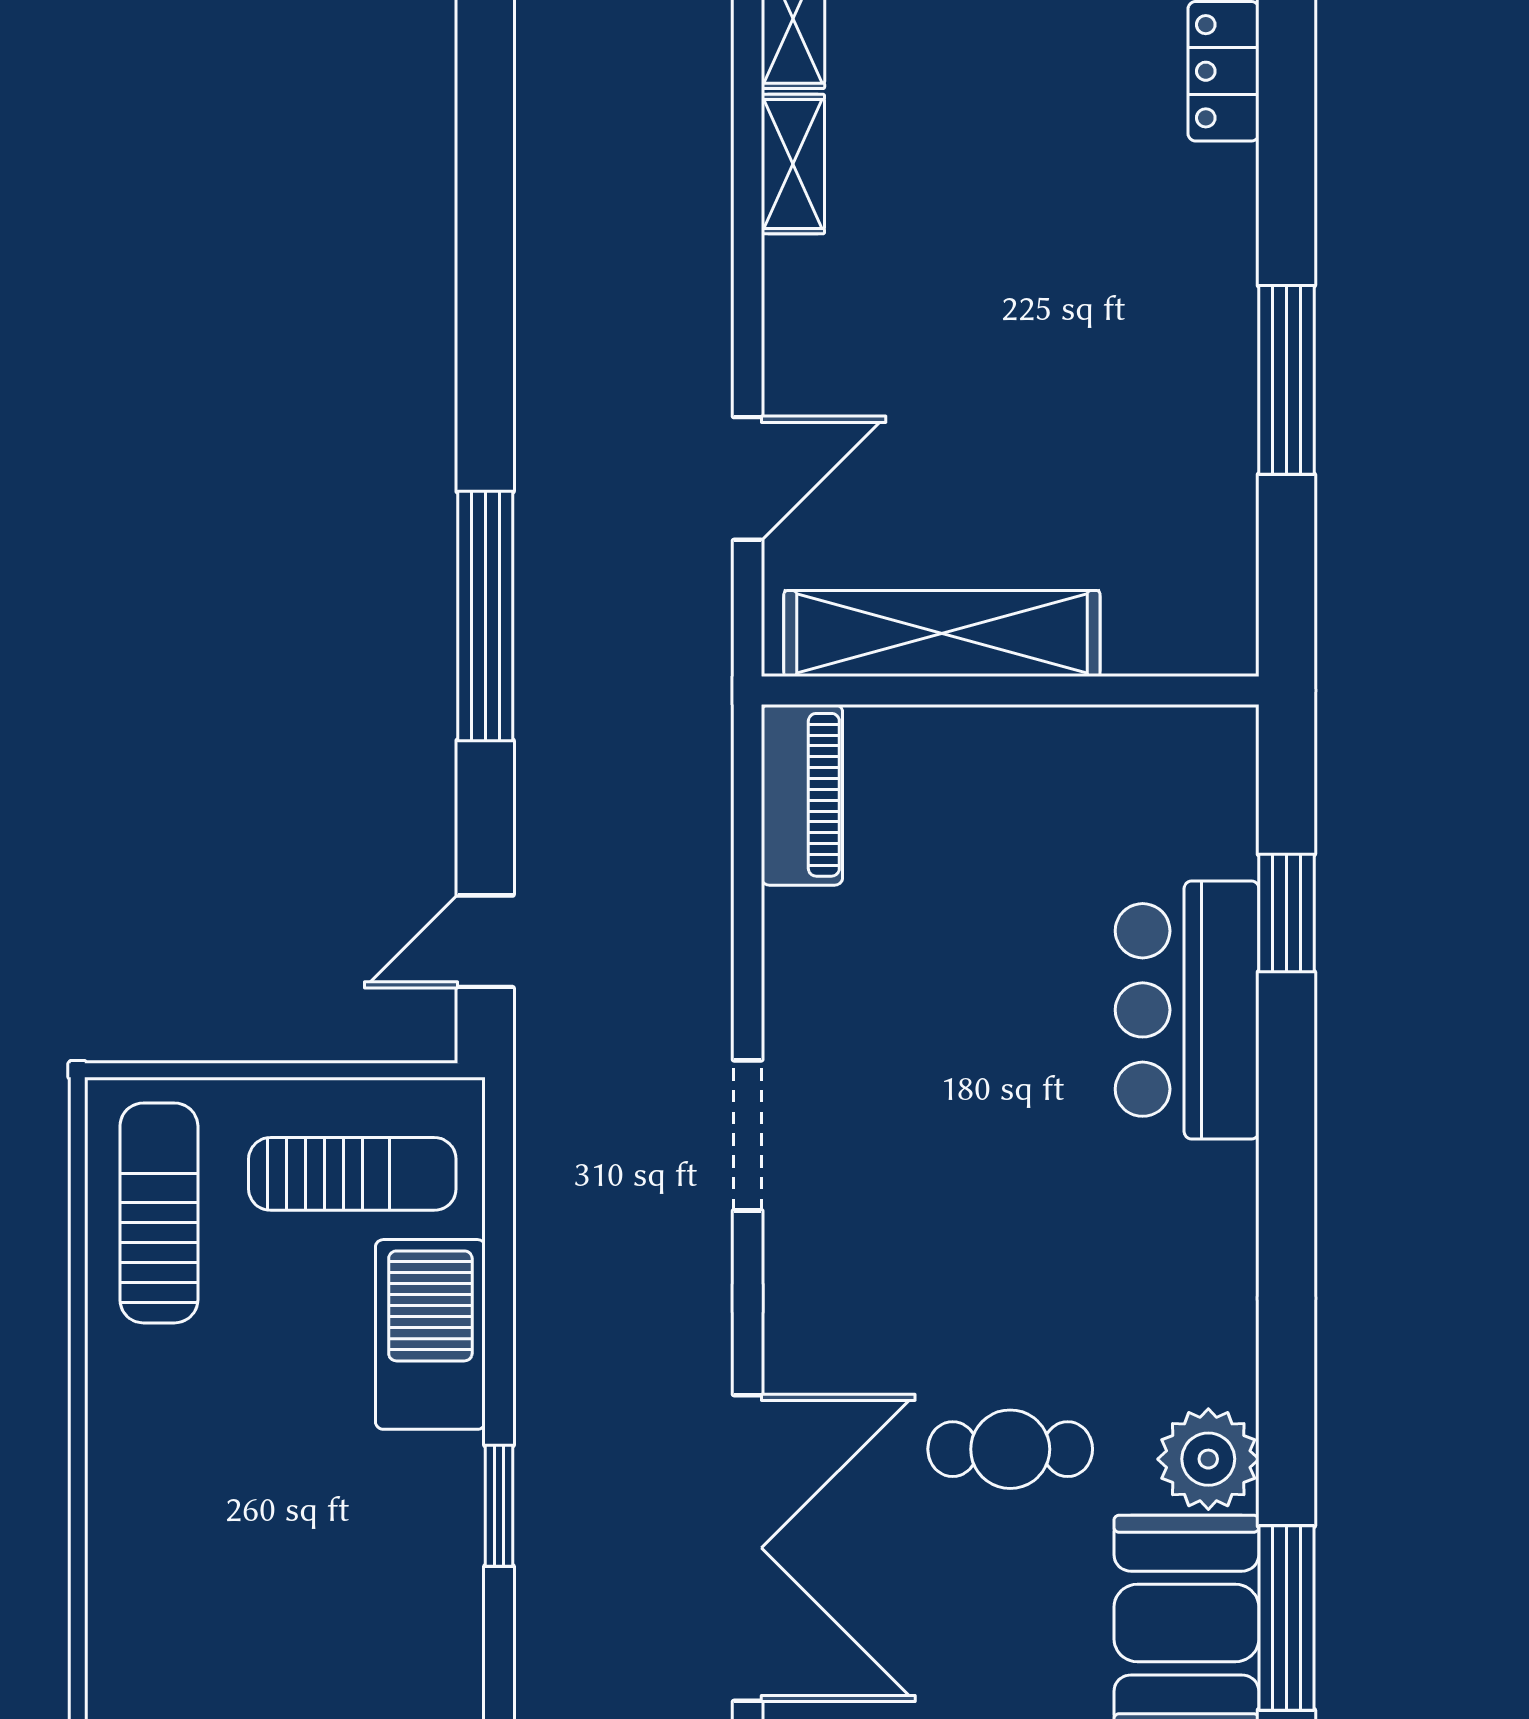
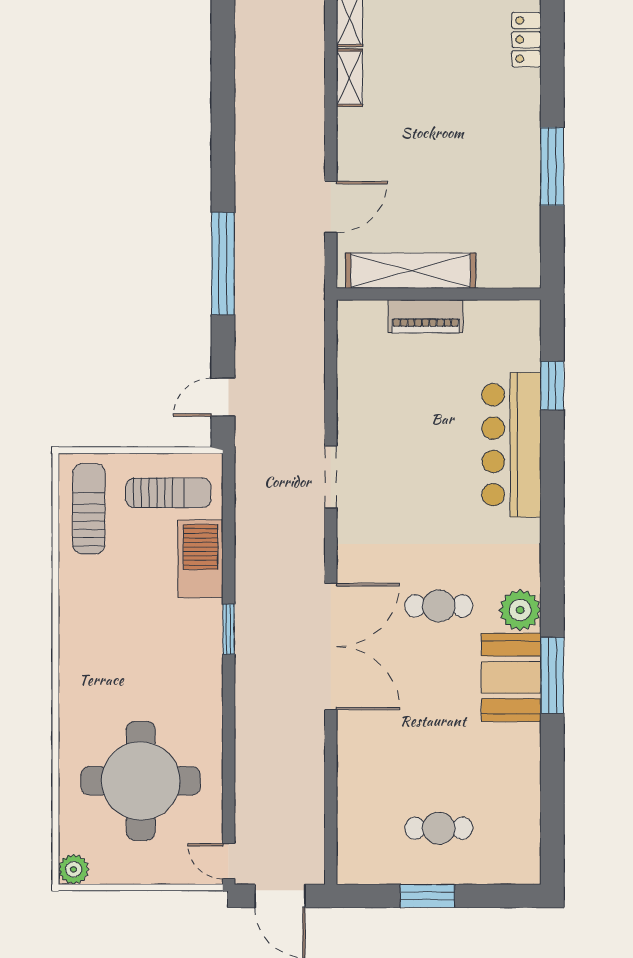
piano: (802, 795) -> (426, 316), moved, turned 90
bar counter: (1187, 1010) -> (511, 445), width x1.36

